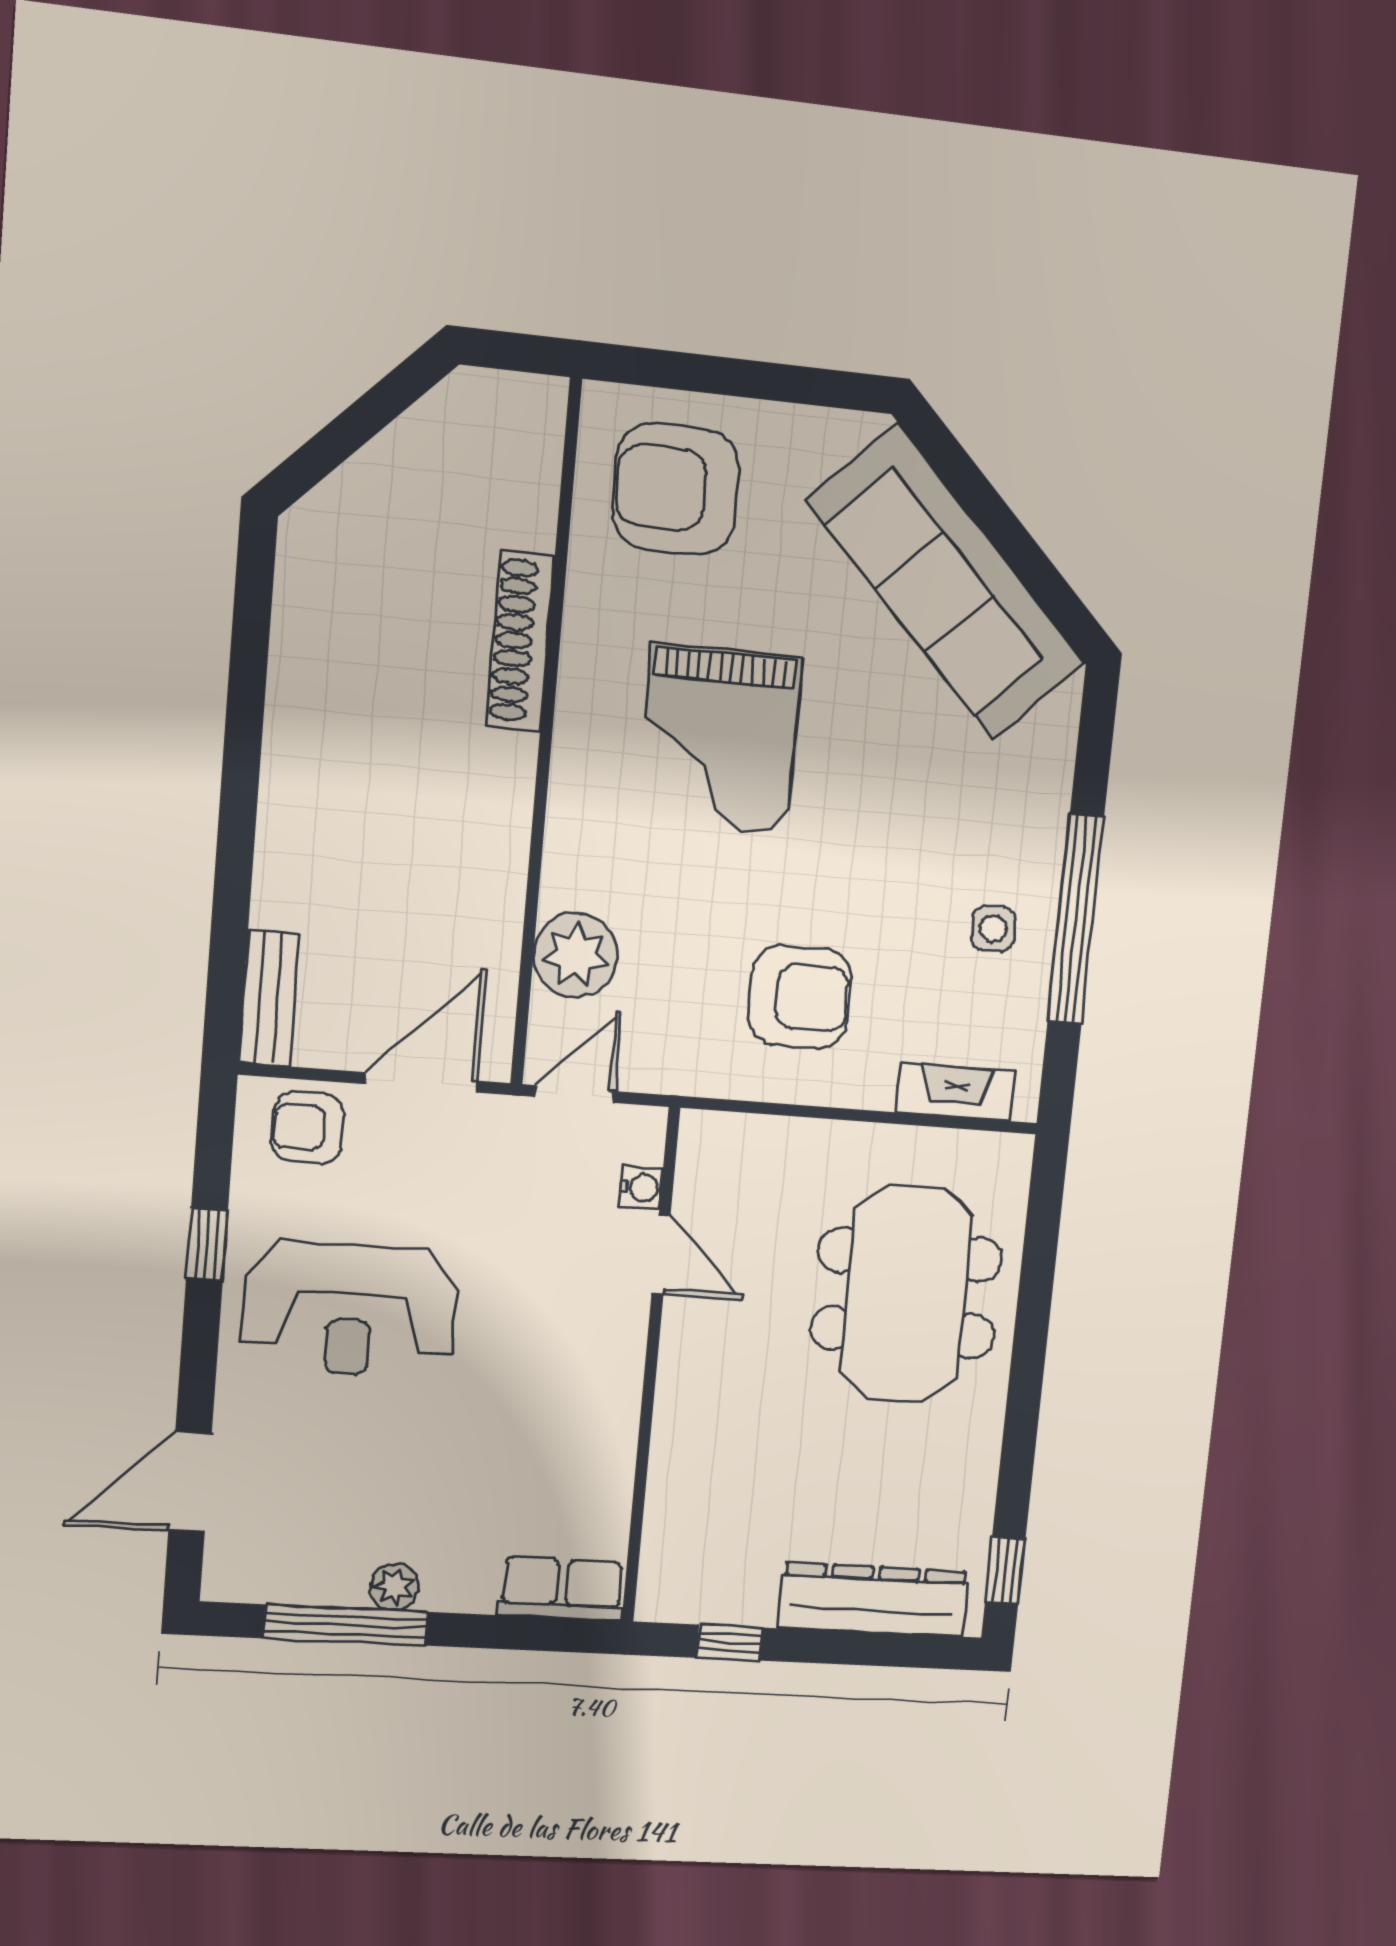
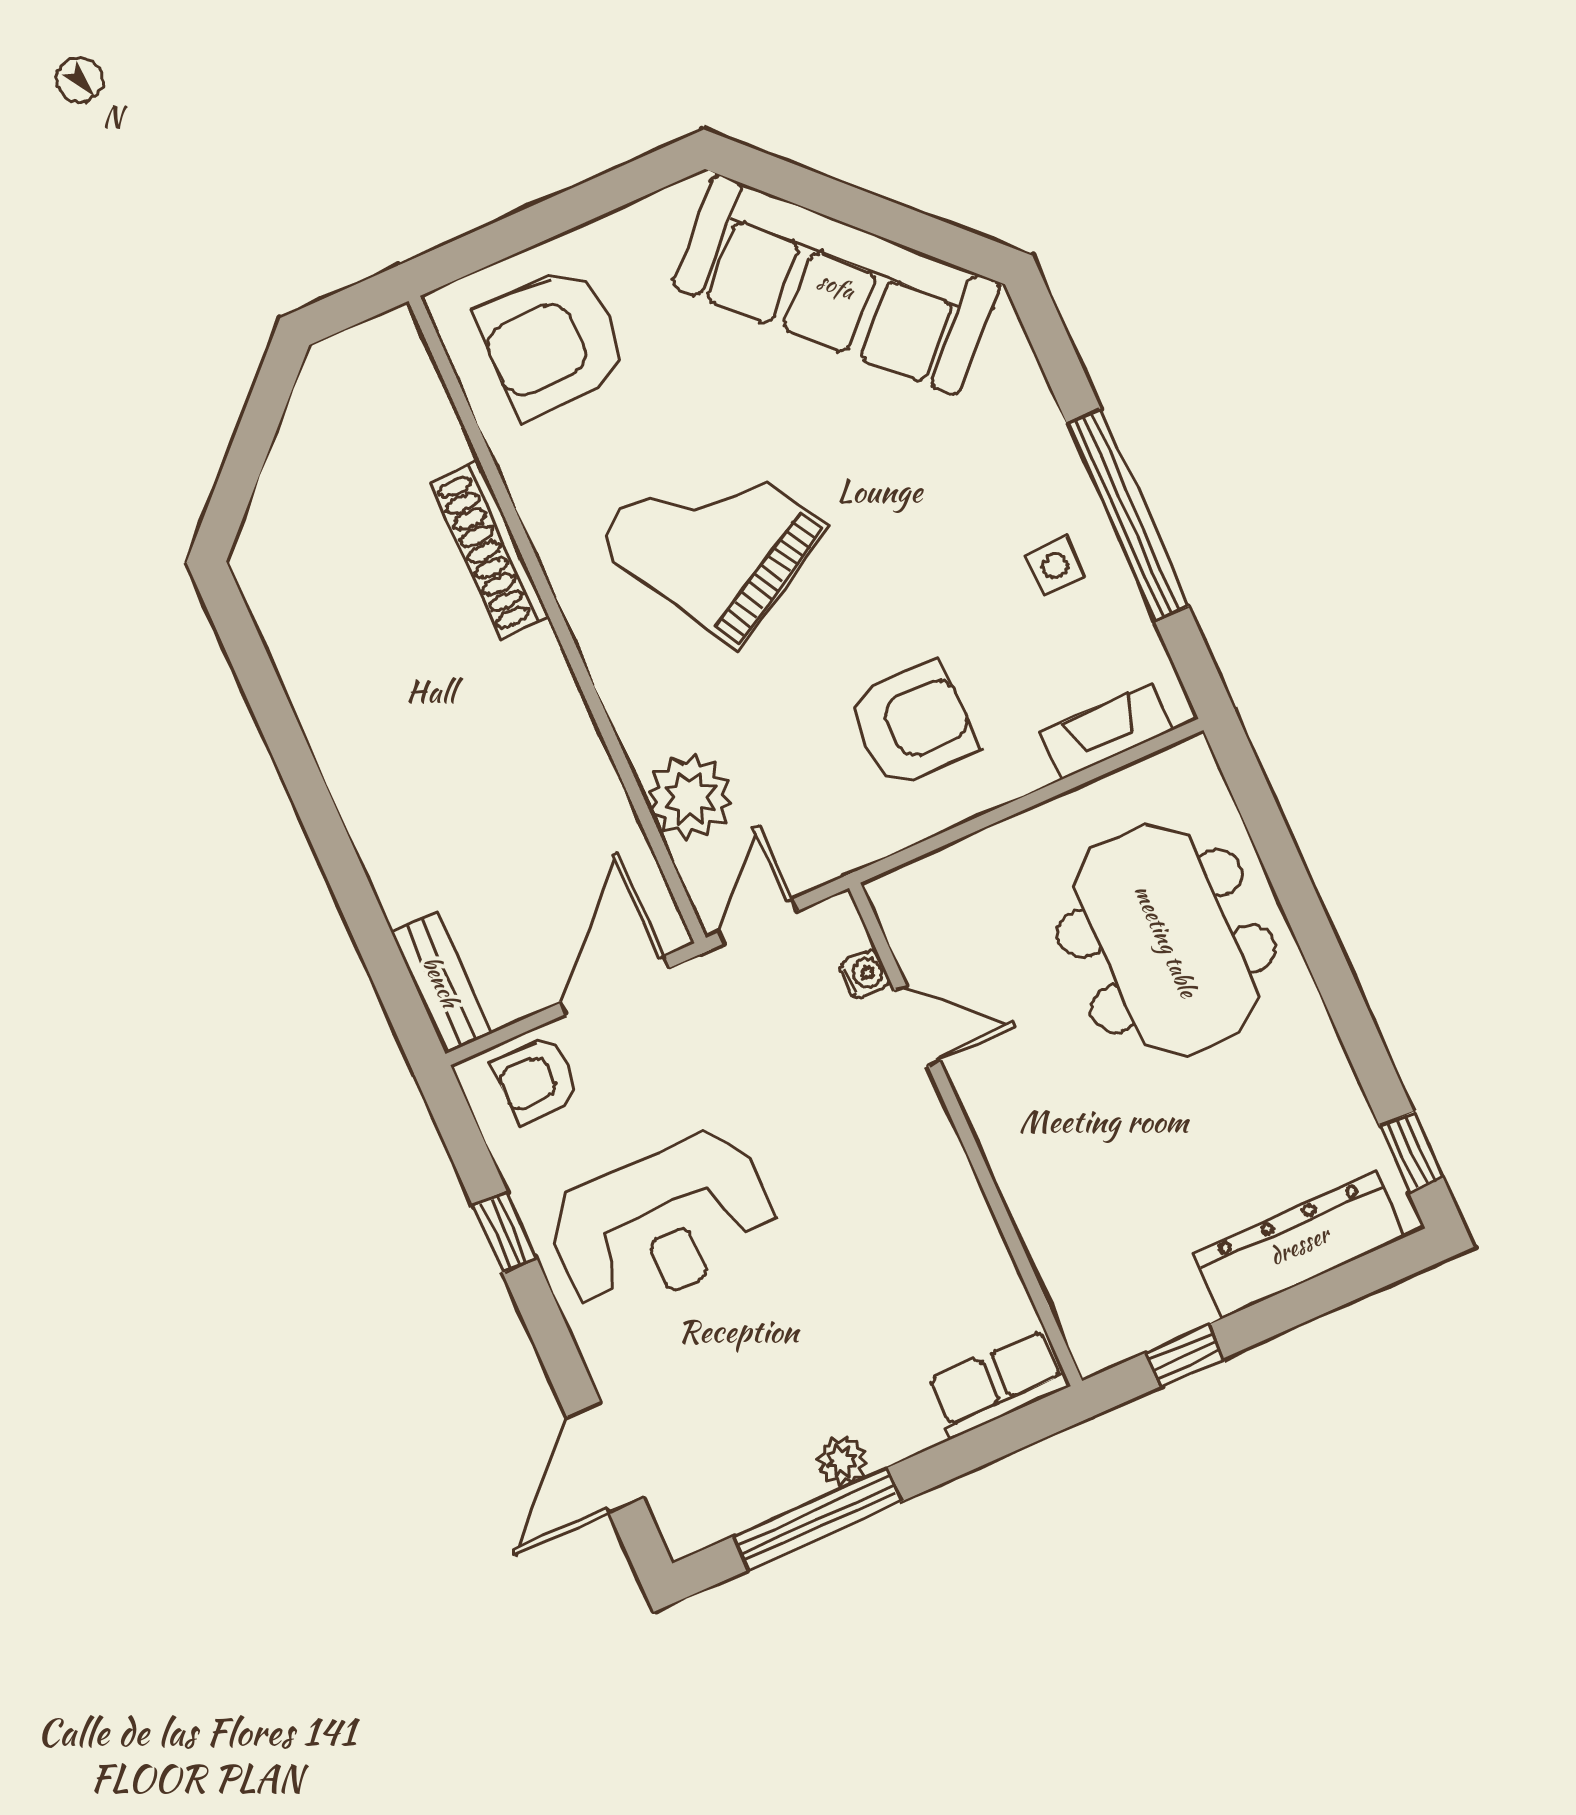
grand piano: (719, 739) -> (711, 536), turned 150

